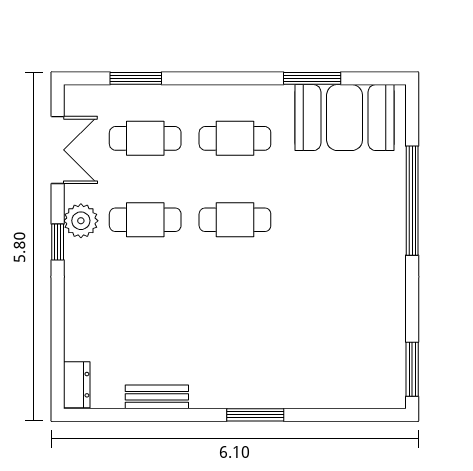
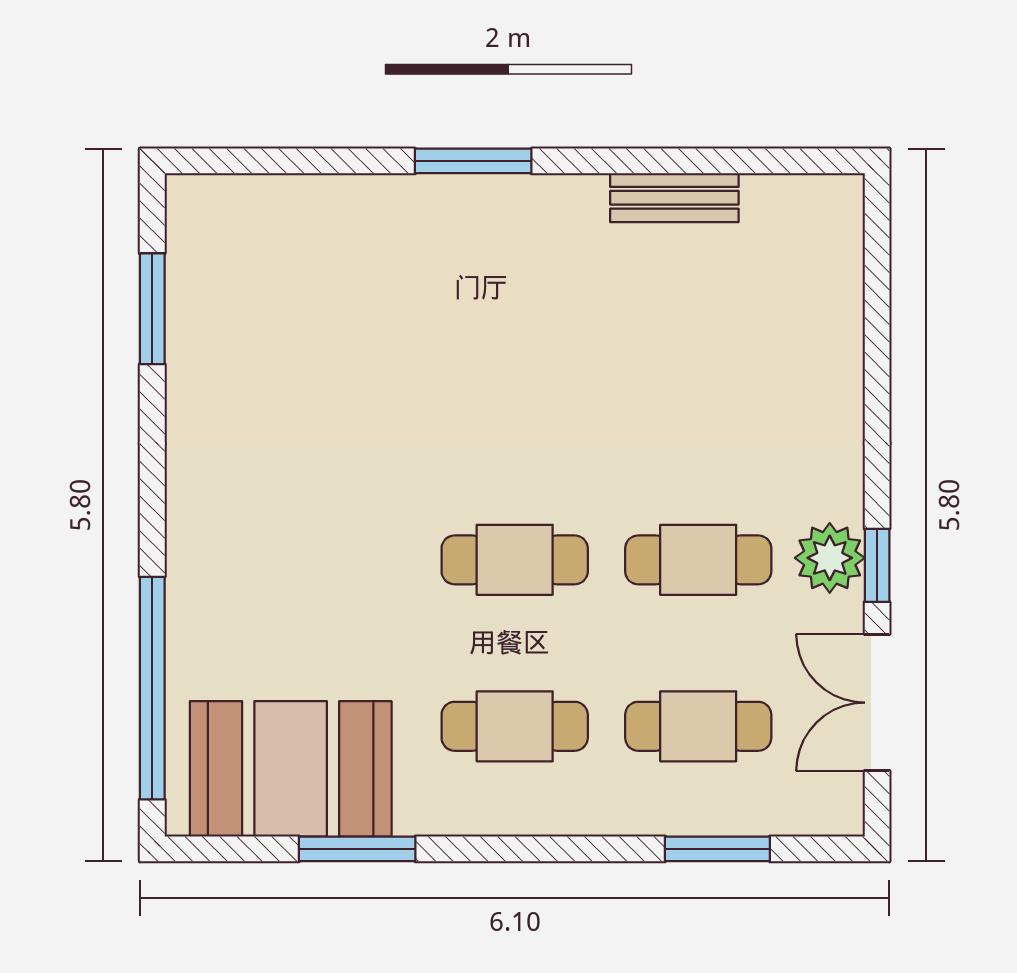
window: (412, 201) -> (152, 688), moved
window: (58, 242) -> (877, 565), moved
window: (412, 369) -> (152, 309), moved
dresser: (77, 385) -> (838, 223), removed

